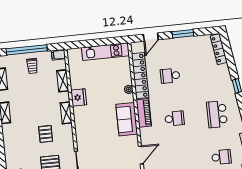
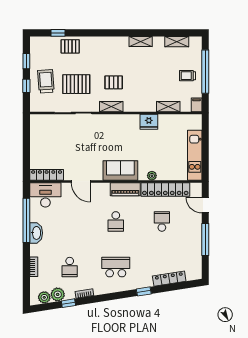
window: (183, 34) -> (205, 240), width x1.44
locker: (219, 49) -> (169, 279), moved
shelving: (66, 113) -> (111, 107), moved

